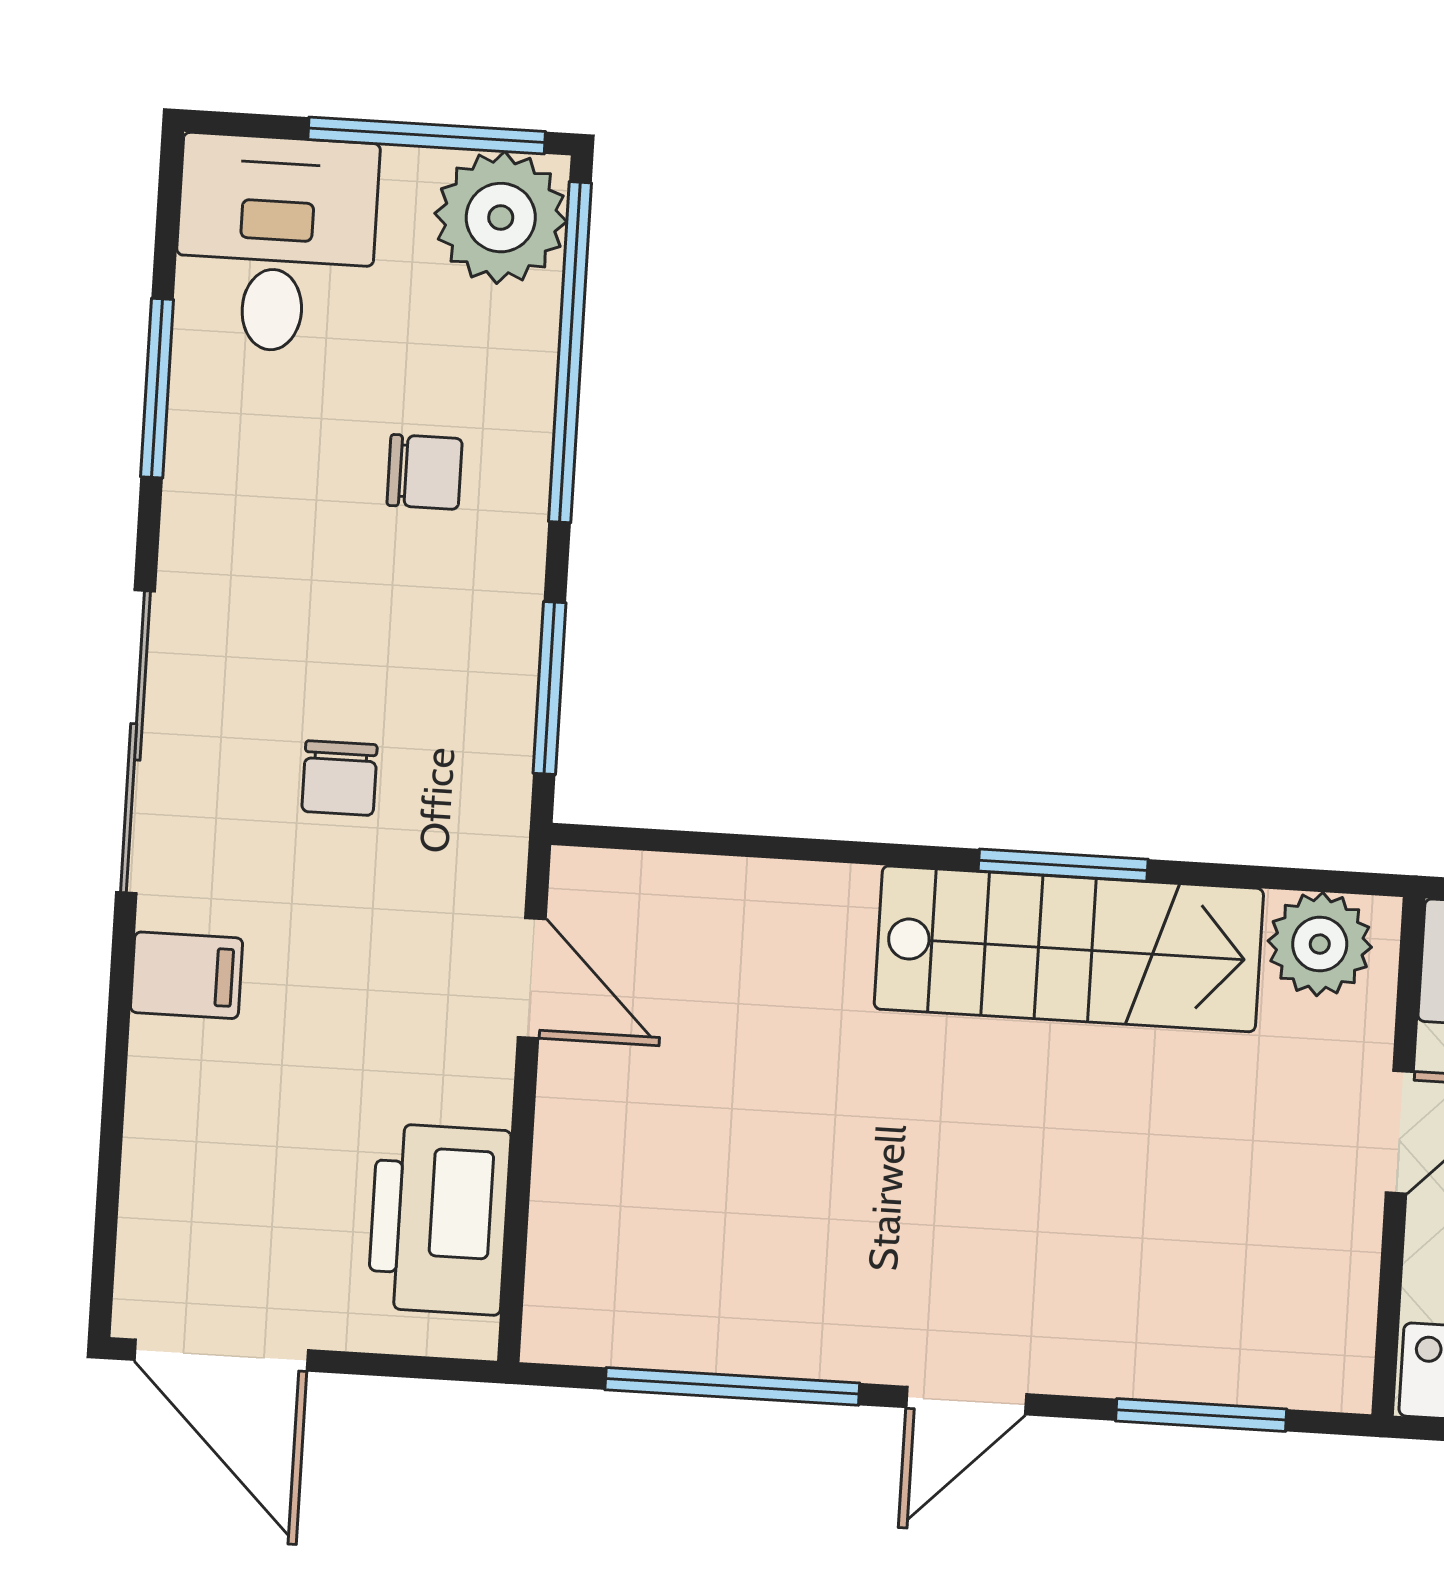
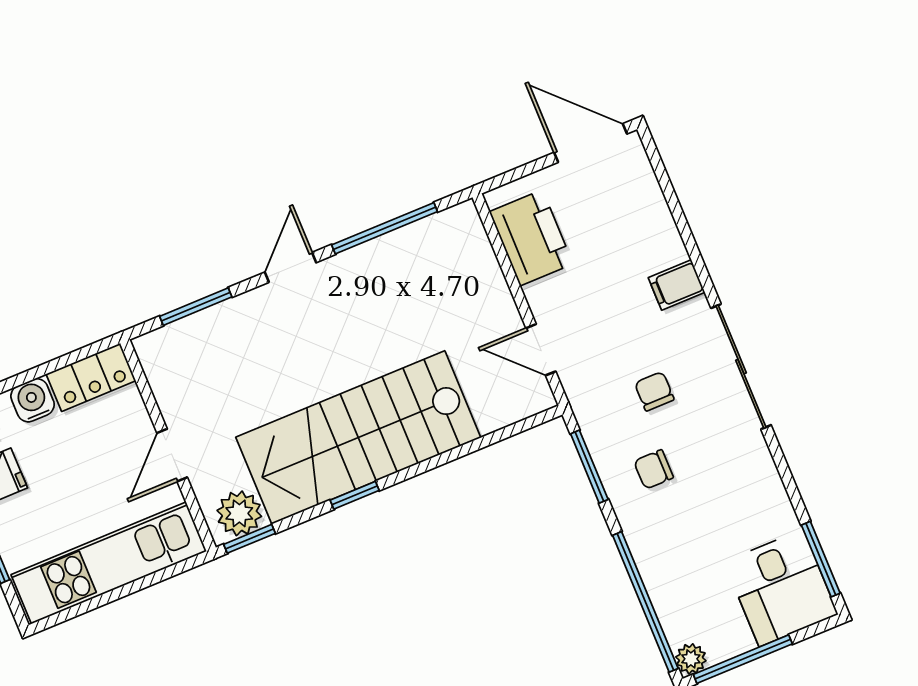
plant: (501, 218) -> (691, 659), width x0.53, depth x0.53
window: (157, 388) -> (821, 559), moved
chair: (425, 472) -> (654, 469), moved
window: (1063, 865) -> (355, 495), width x0.67
window: (1324, 881) -> (250, 539), added
stairs: (1069, 949) -> (358, 437), width x1.36, depth x1.51

